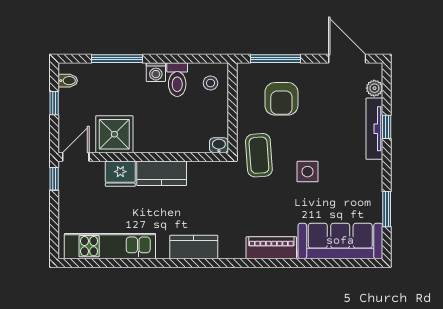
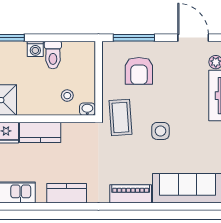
stool: (210, 83) -> (67, 96), moved

